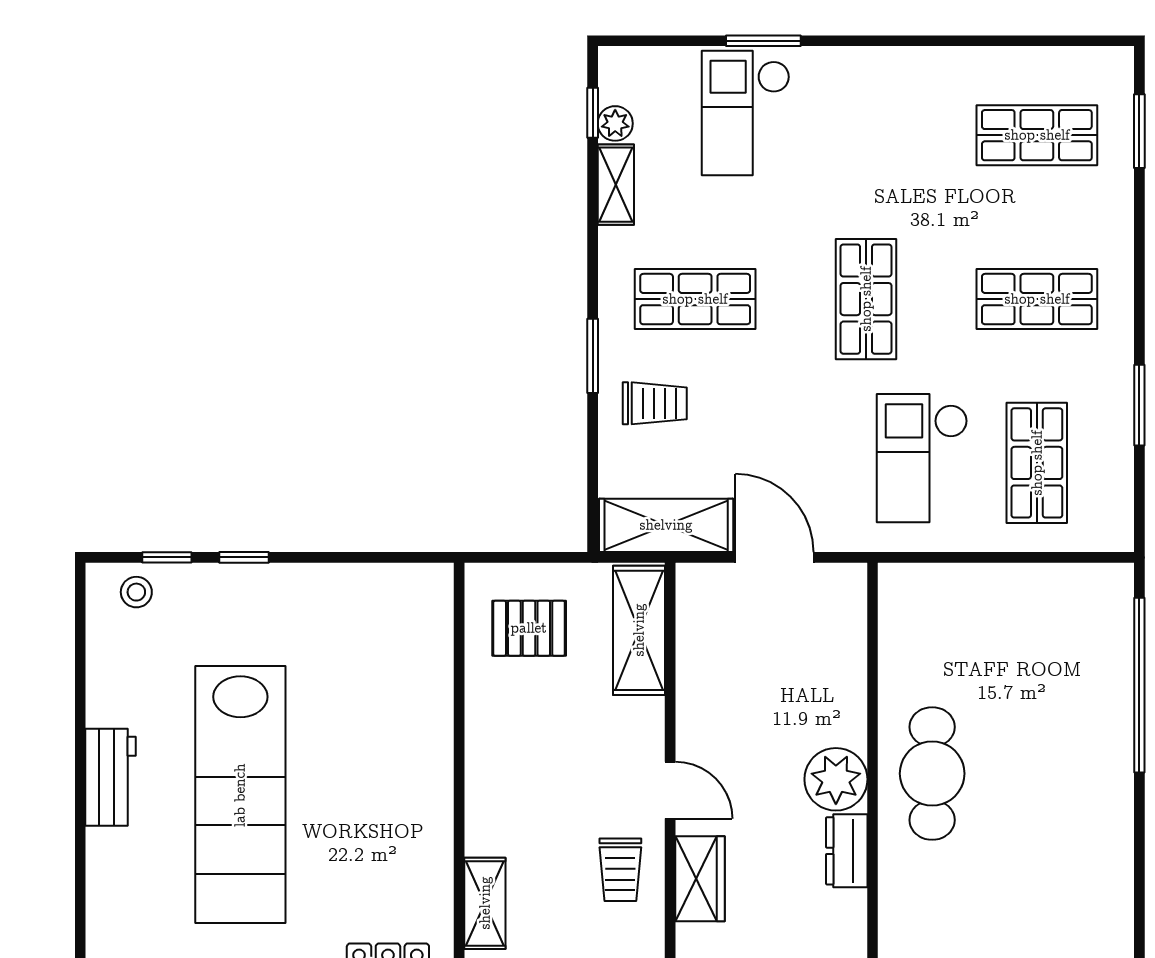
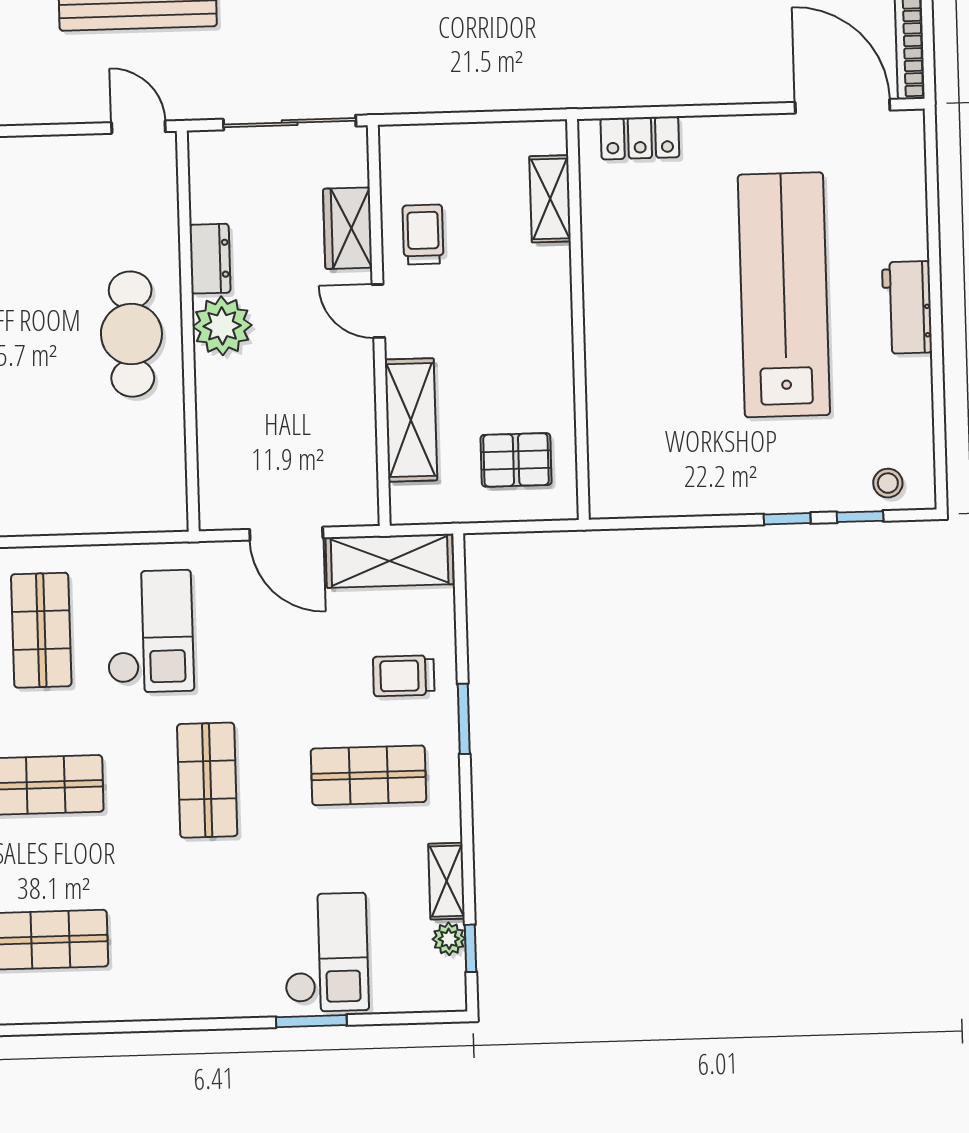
shelving: (639, 630) -> (411, 420), moved

